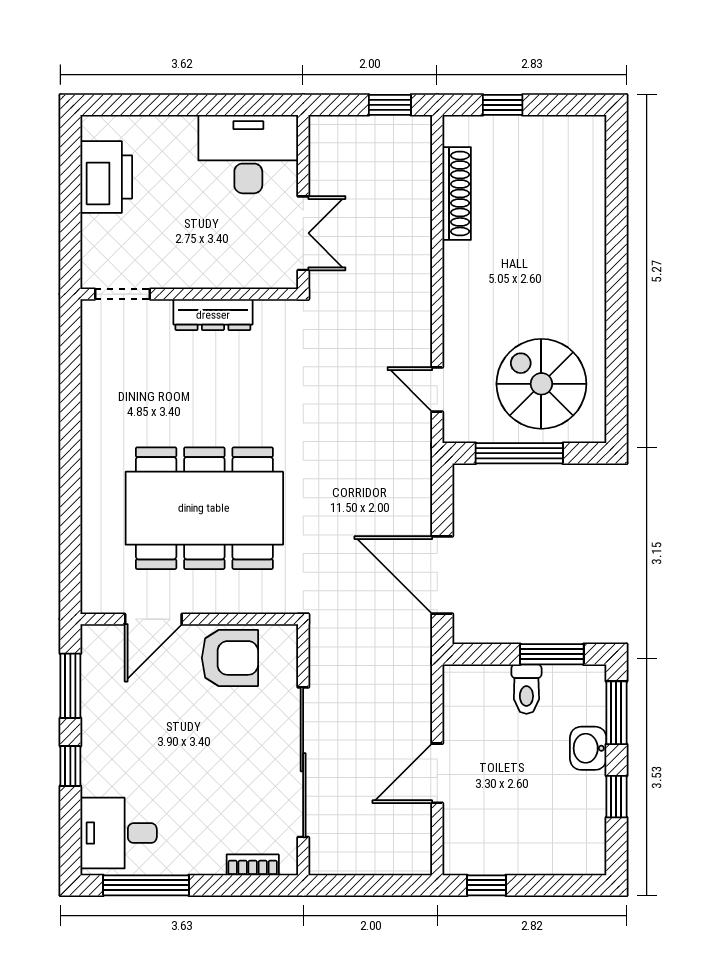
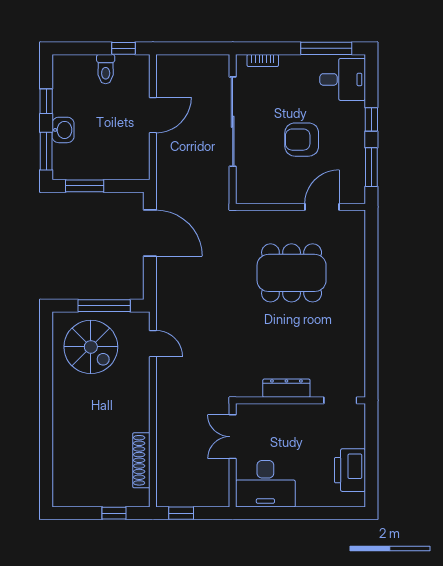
dining table: (204, 508) -> (292, 273), width x0.73, depth x0.80
armchair: (230, 658) -> (302, 140), moved
toilet: (526, 689) -> (106, 69), moved, turned 180

